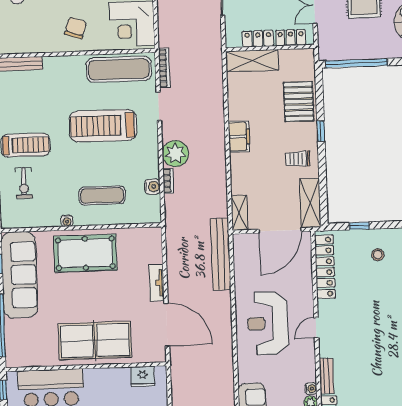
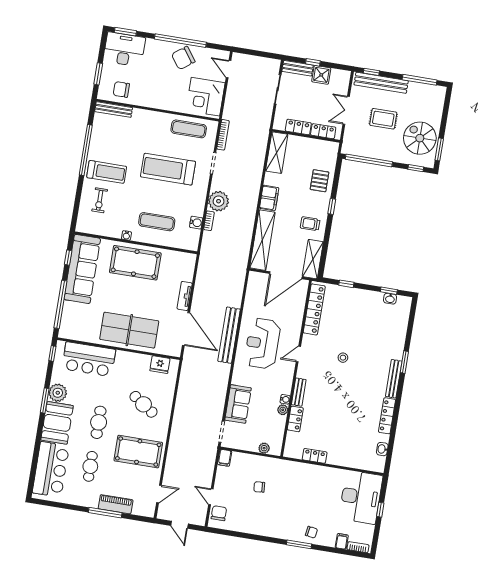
chair: (76, 28) -> (121, 89), moved, turned -108
shelving: (252, 61) -> (277, 153), moved, turned 90
exercise mat: (119, 69) -> (189, 129), width x0.73, depth x0.69
pallet: (299, 102) -> (320, 181), width x0.67, depth x0.71
shelving: (239, 213) -> (262, 240), width x2.20, depth x1.33
bench: (221, 254) -> (229, 335), moved
stool: (378, 255) -> (343, 358), moved

